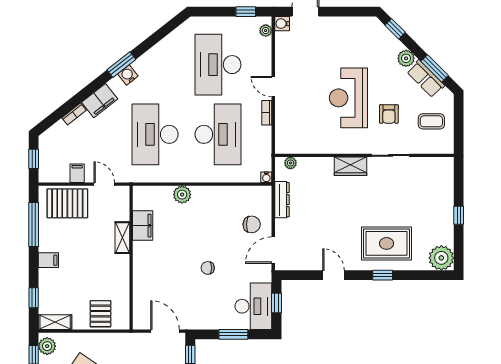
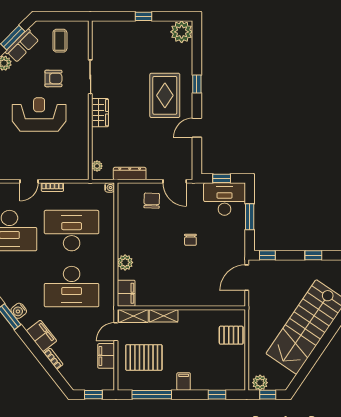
reception desk: (348, 98) -> (39, 114), turned 180
filing cabinet: (77, 173) -> (106, 356), width x2.00
pallet: (67, 203) -> (144, 357), moved, turned 90
filing cabinet: (143, 226) -> (126, 293), moved, turned 90
rug: (387, 243) -> (165, 95), moved
shelving: (55, 322) -> (133, 316), moved, turned 90

